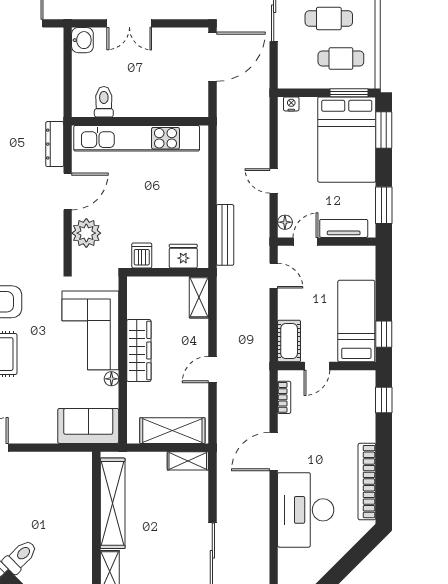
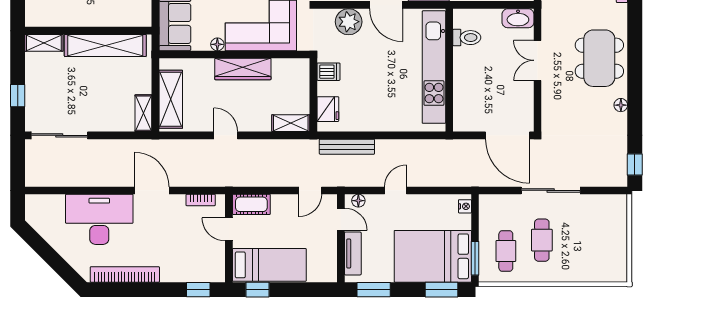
washbasin: (82, 40) -> (518, 18), width x1.38

